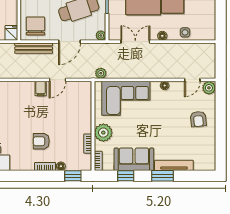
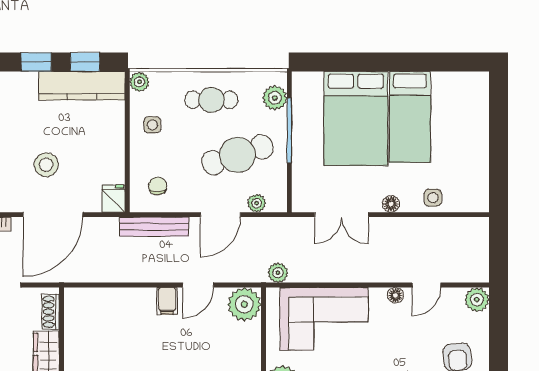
chair: (35, 26) -> (158, 186), width x0.54, depth x0.54
plant: (101, 35) -> (257, 203), moved
double door: (135, 42) -> (342, 215), swing flipped
door: (192, 80) -> (426, 285), moved
plant: (83, 90) -> (244, 304), added

